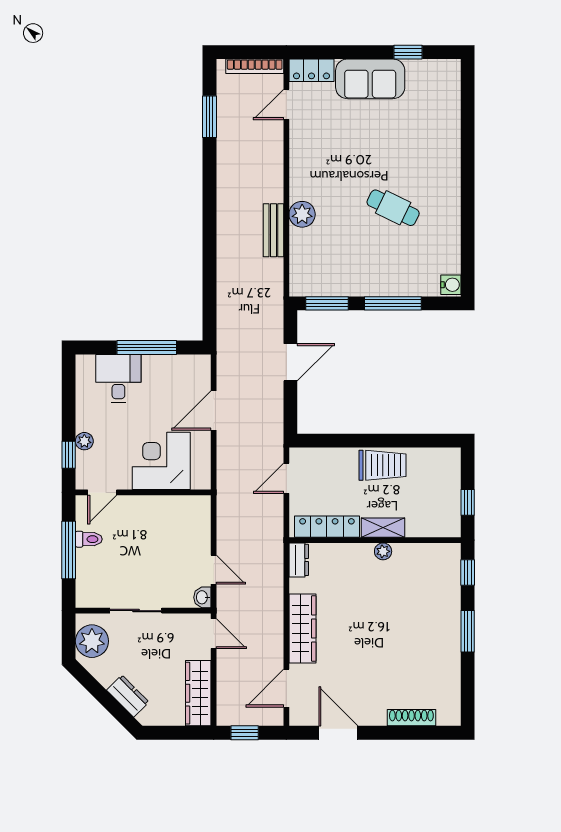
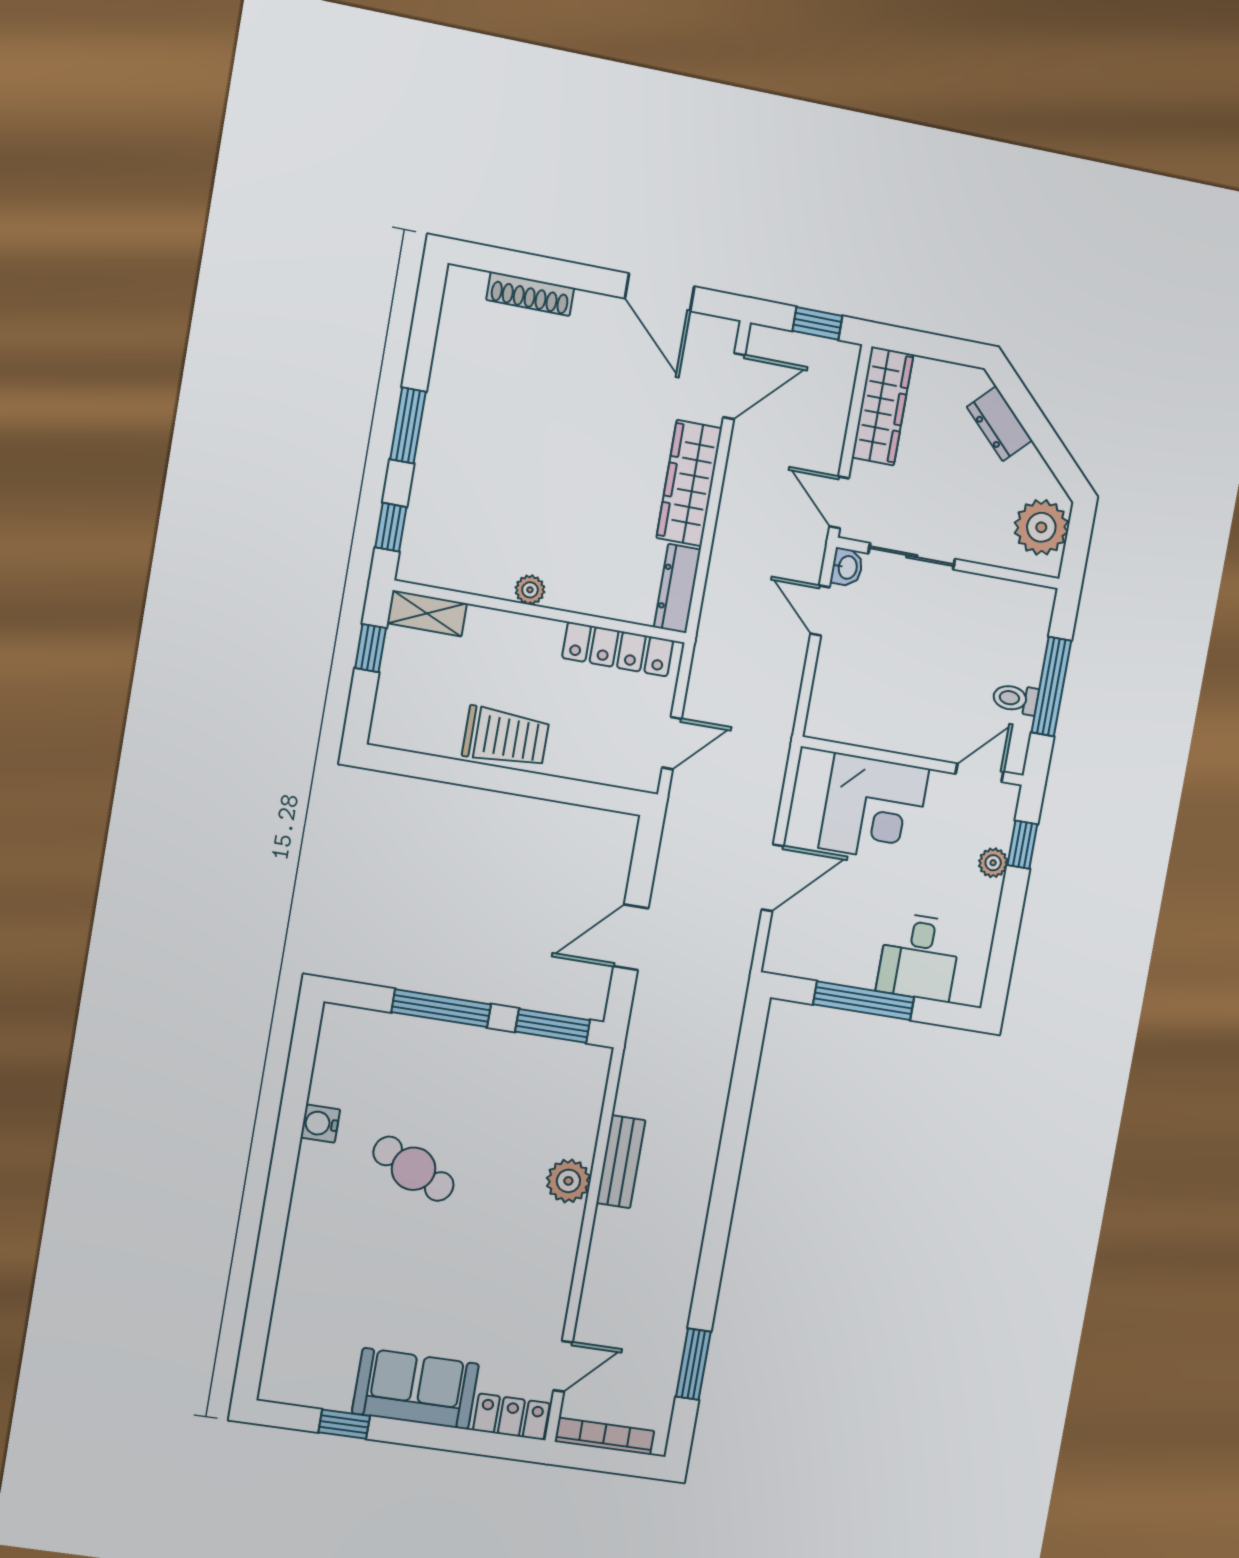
water cooler: (451, 285) -> (320, 1123), moved
trolley: (383, 465) -> (506, 737), turned 180
shelving: (383, 528) -> (427, 613), moved
dresser: (299, 560) -> (677, 588), width x1.44
sliding door: (136, 611) -> (912, 556), moved

